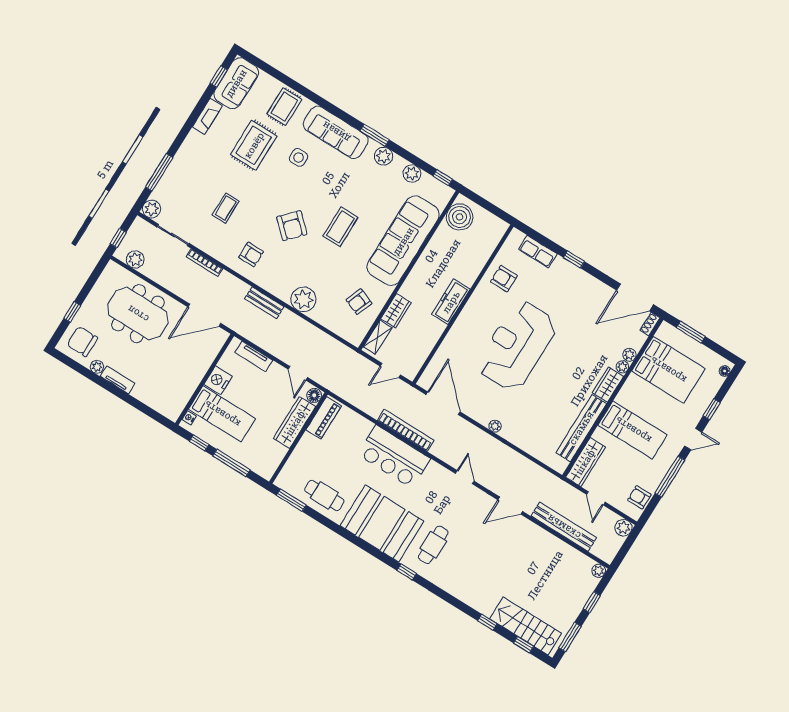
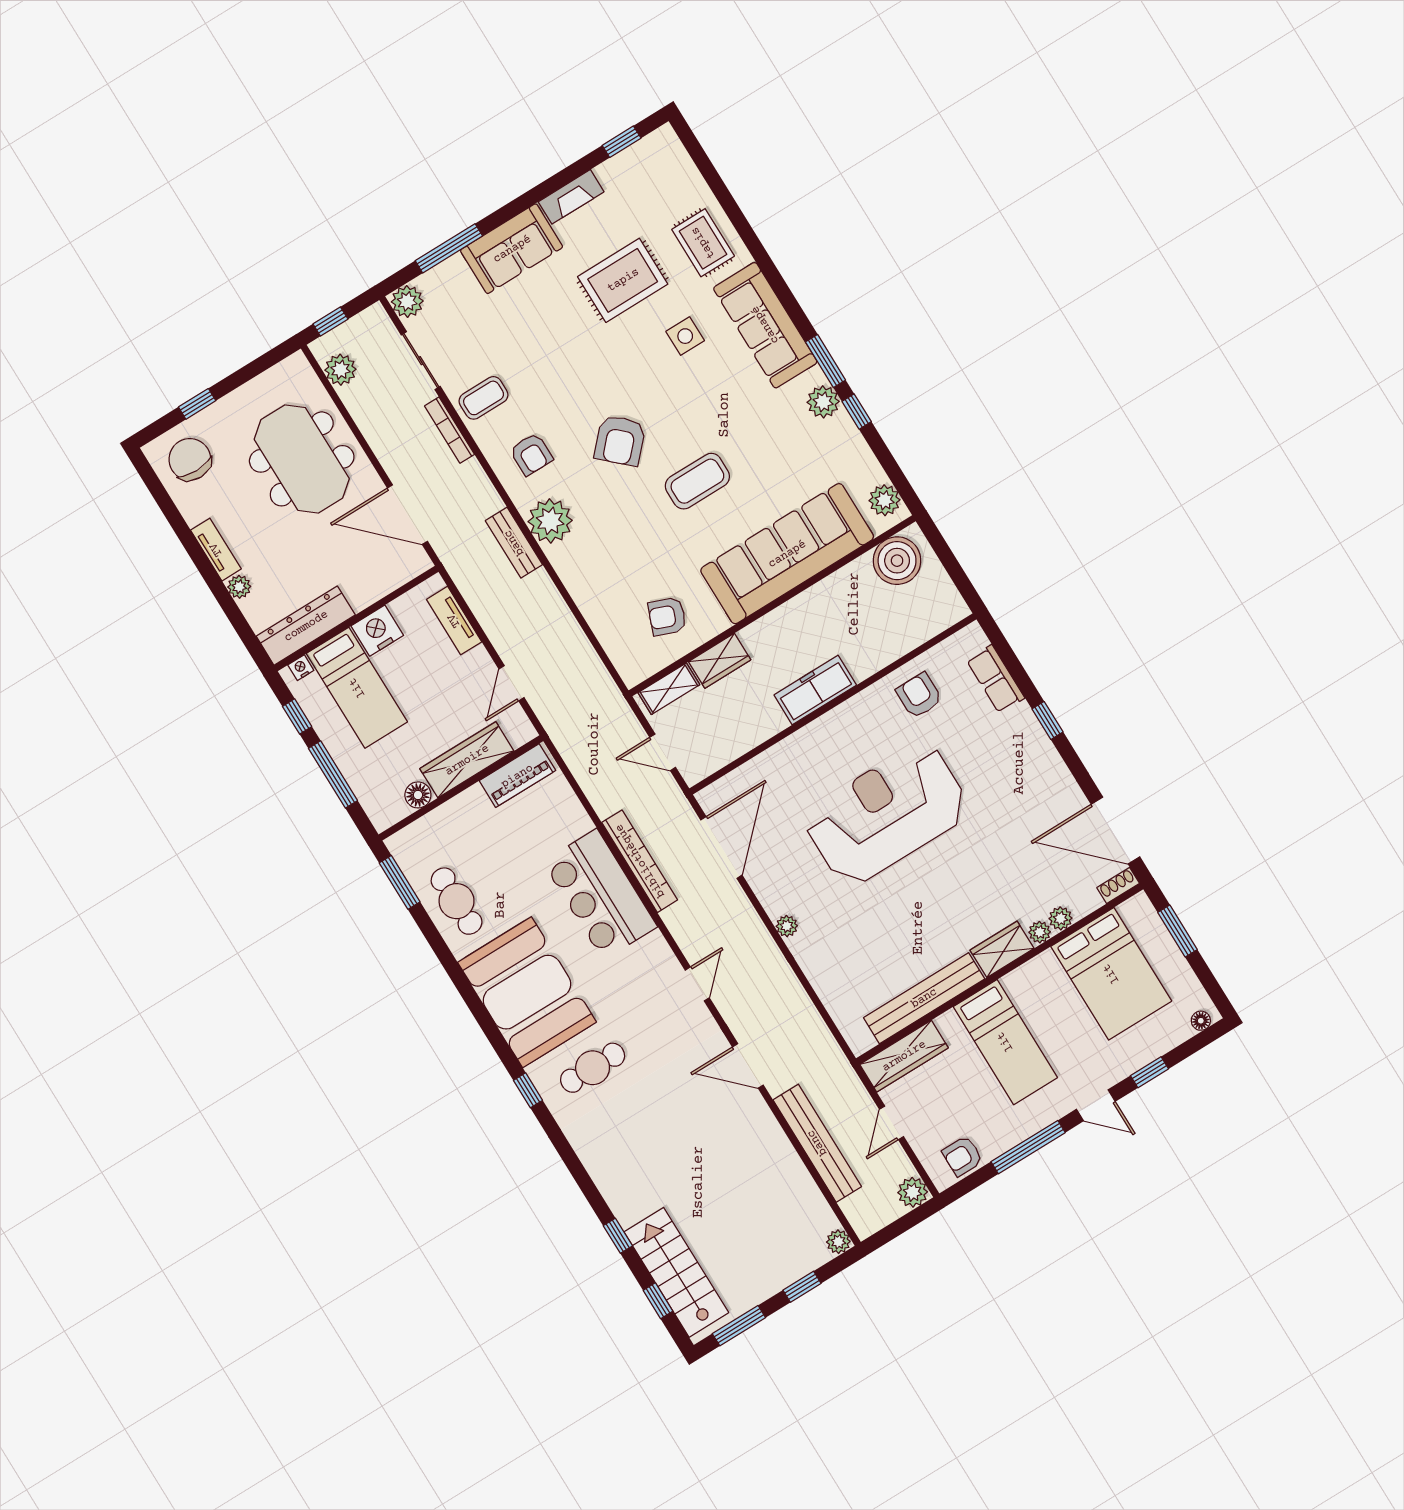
sofa: (236, 83) -> (512, 249), moved
rug: (284, 107) -> (703, 243), turned 90
plant: (412, 174) -> (885, 500), moved
window: (443, 178) -> (857, 412), moved
coffee table: (226, 208) -> (484, 398), moved
plant: (303, 299) -> (550, 521), moved
plant: (97, 367) -> (239, 587), moved
floor lamp: (314, 395) -> (418, 795), moved
dresser: (181, 396) -> (306, 626), added
armchair: (639, 497) -> (962, 1156), turned -90

